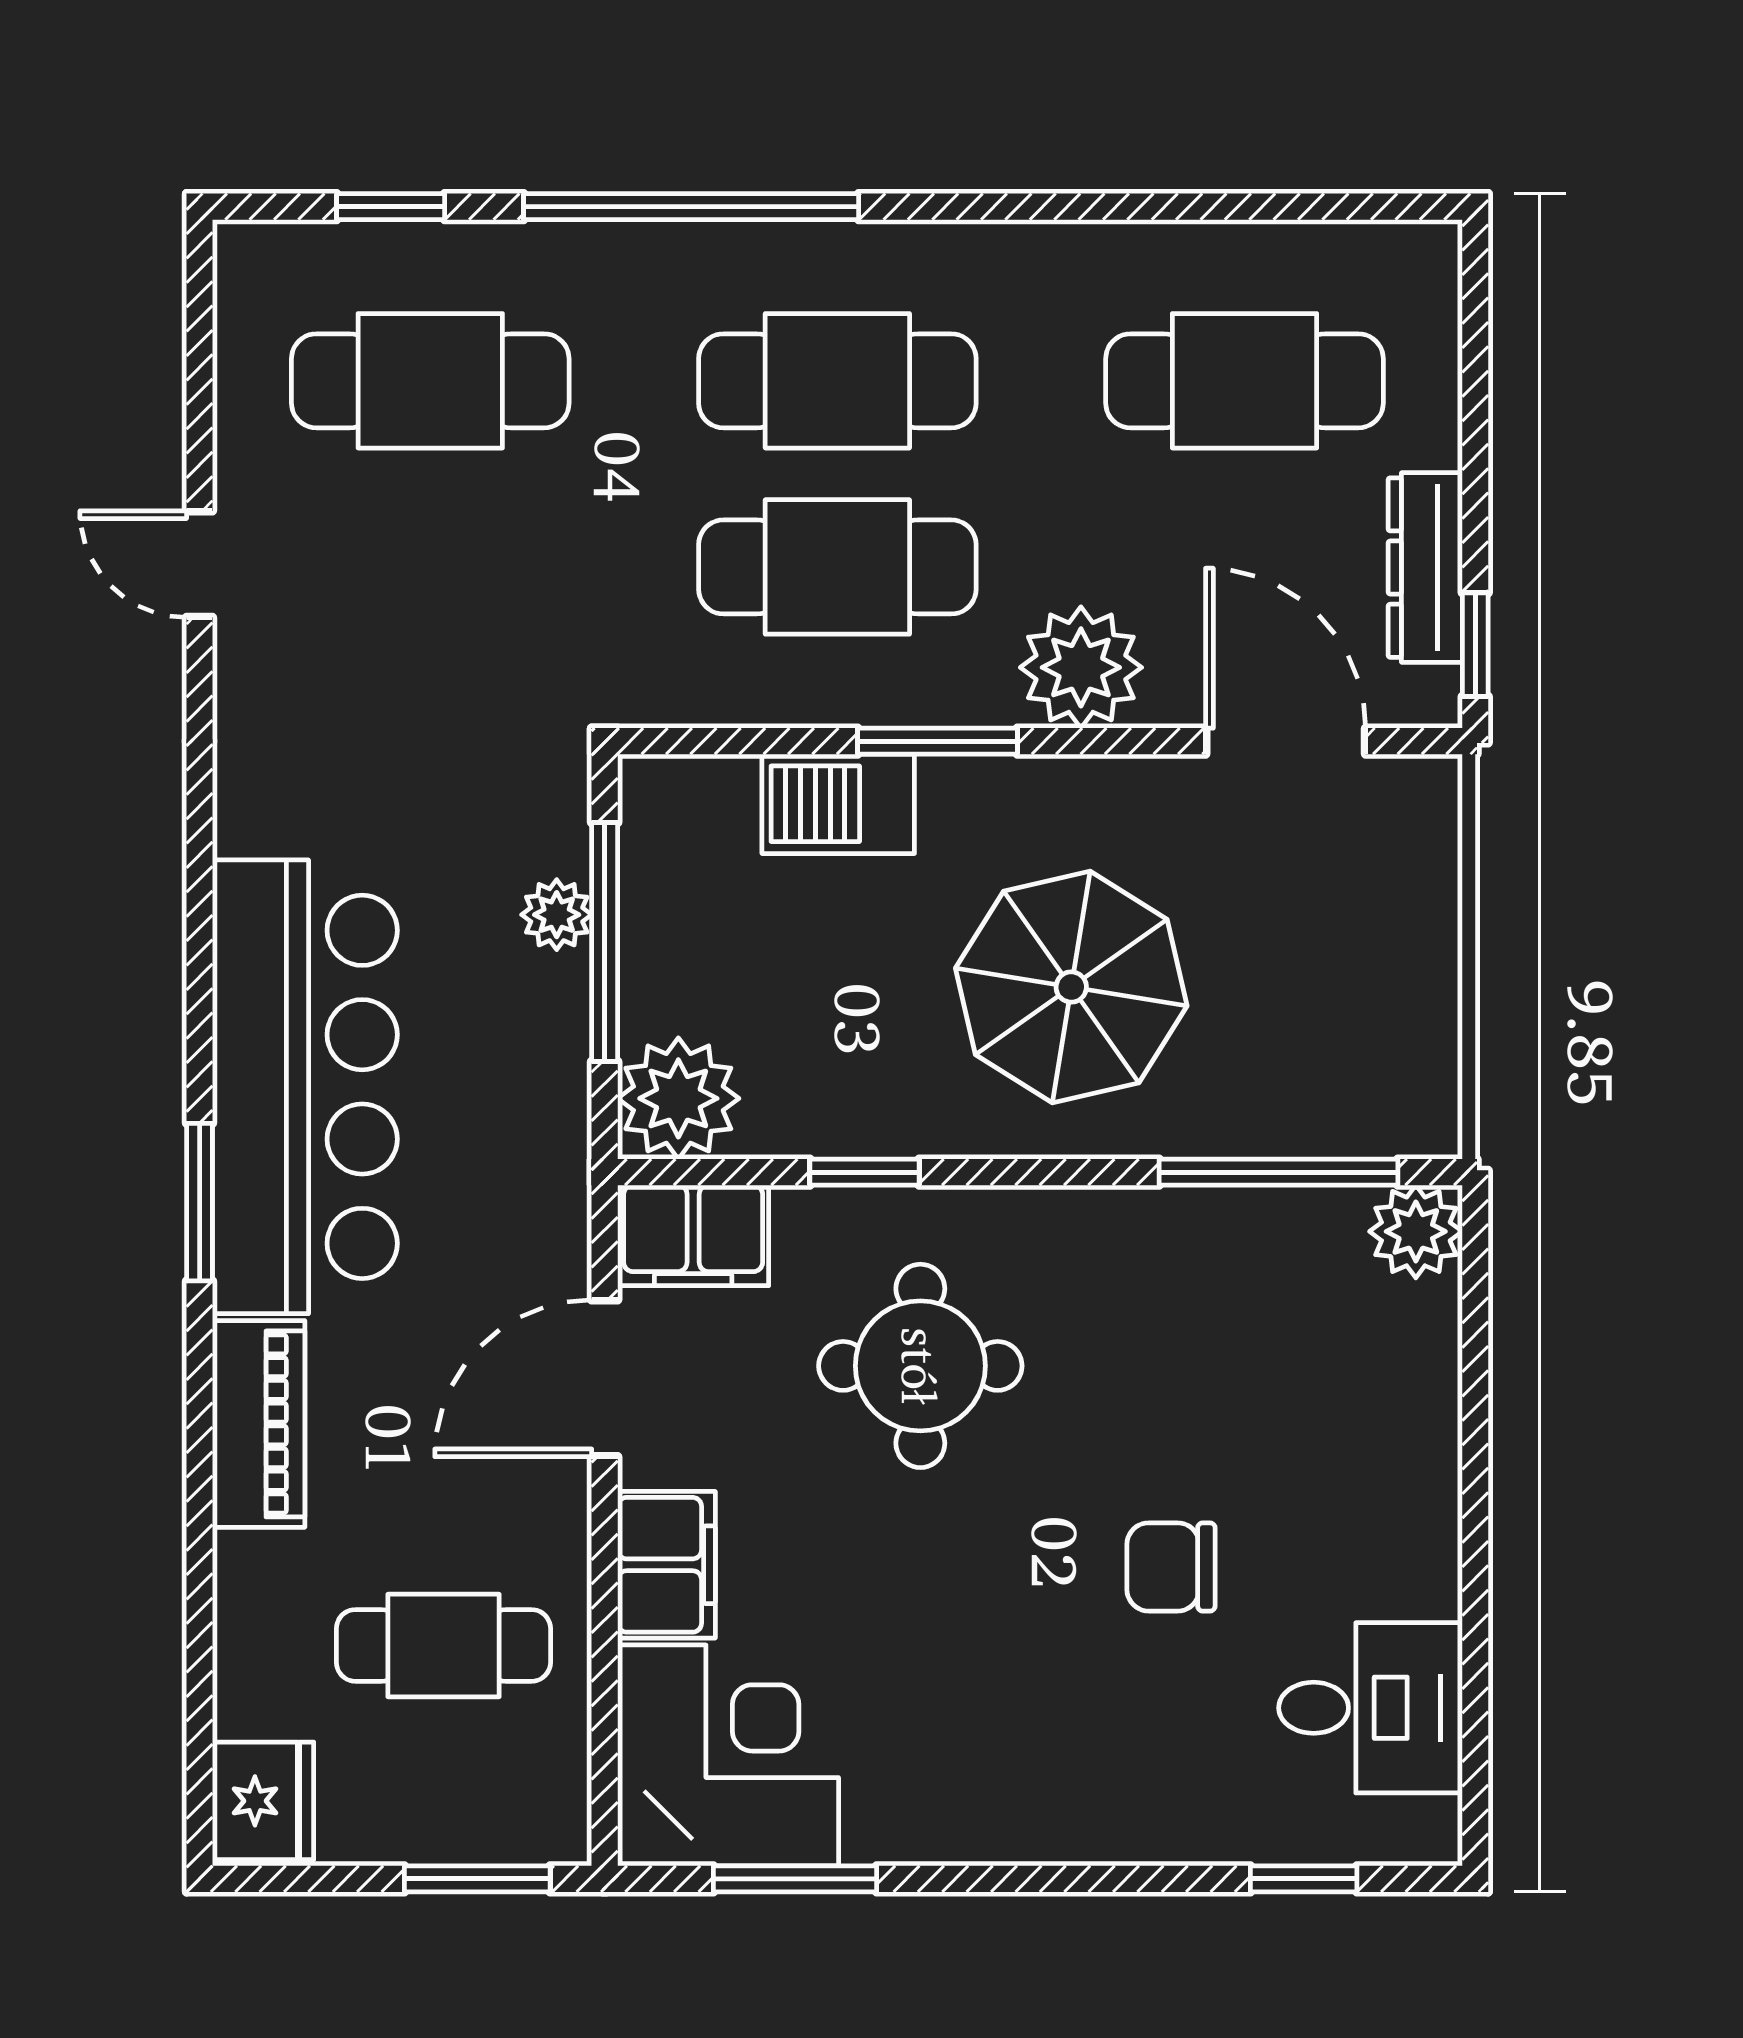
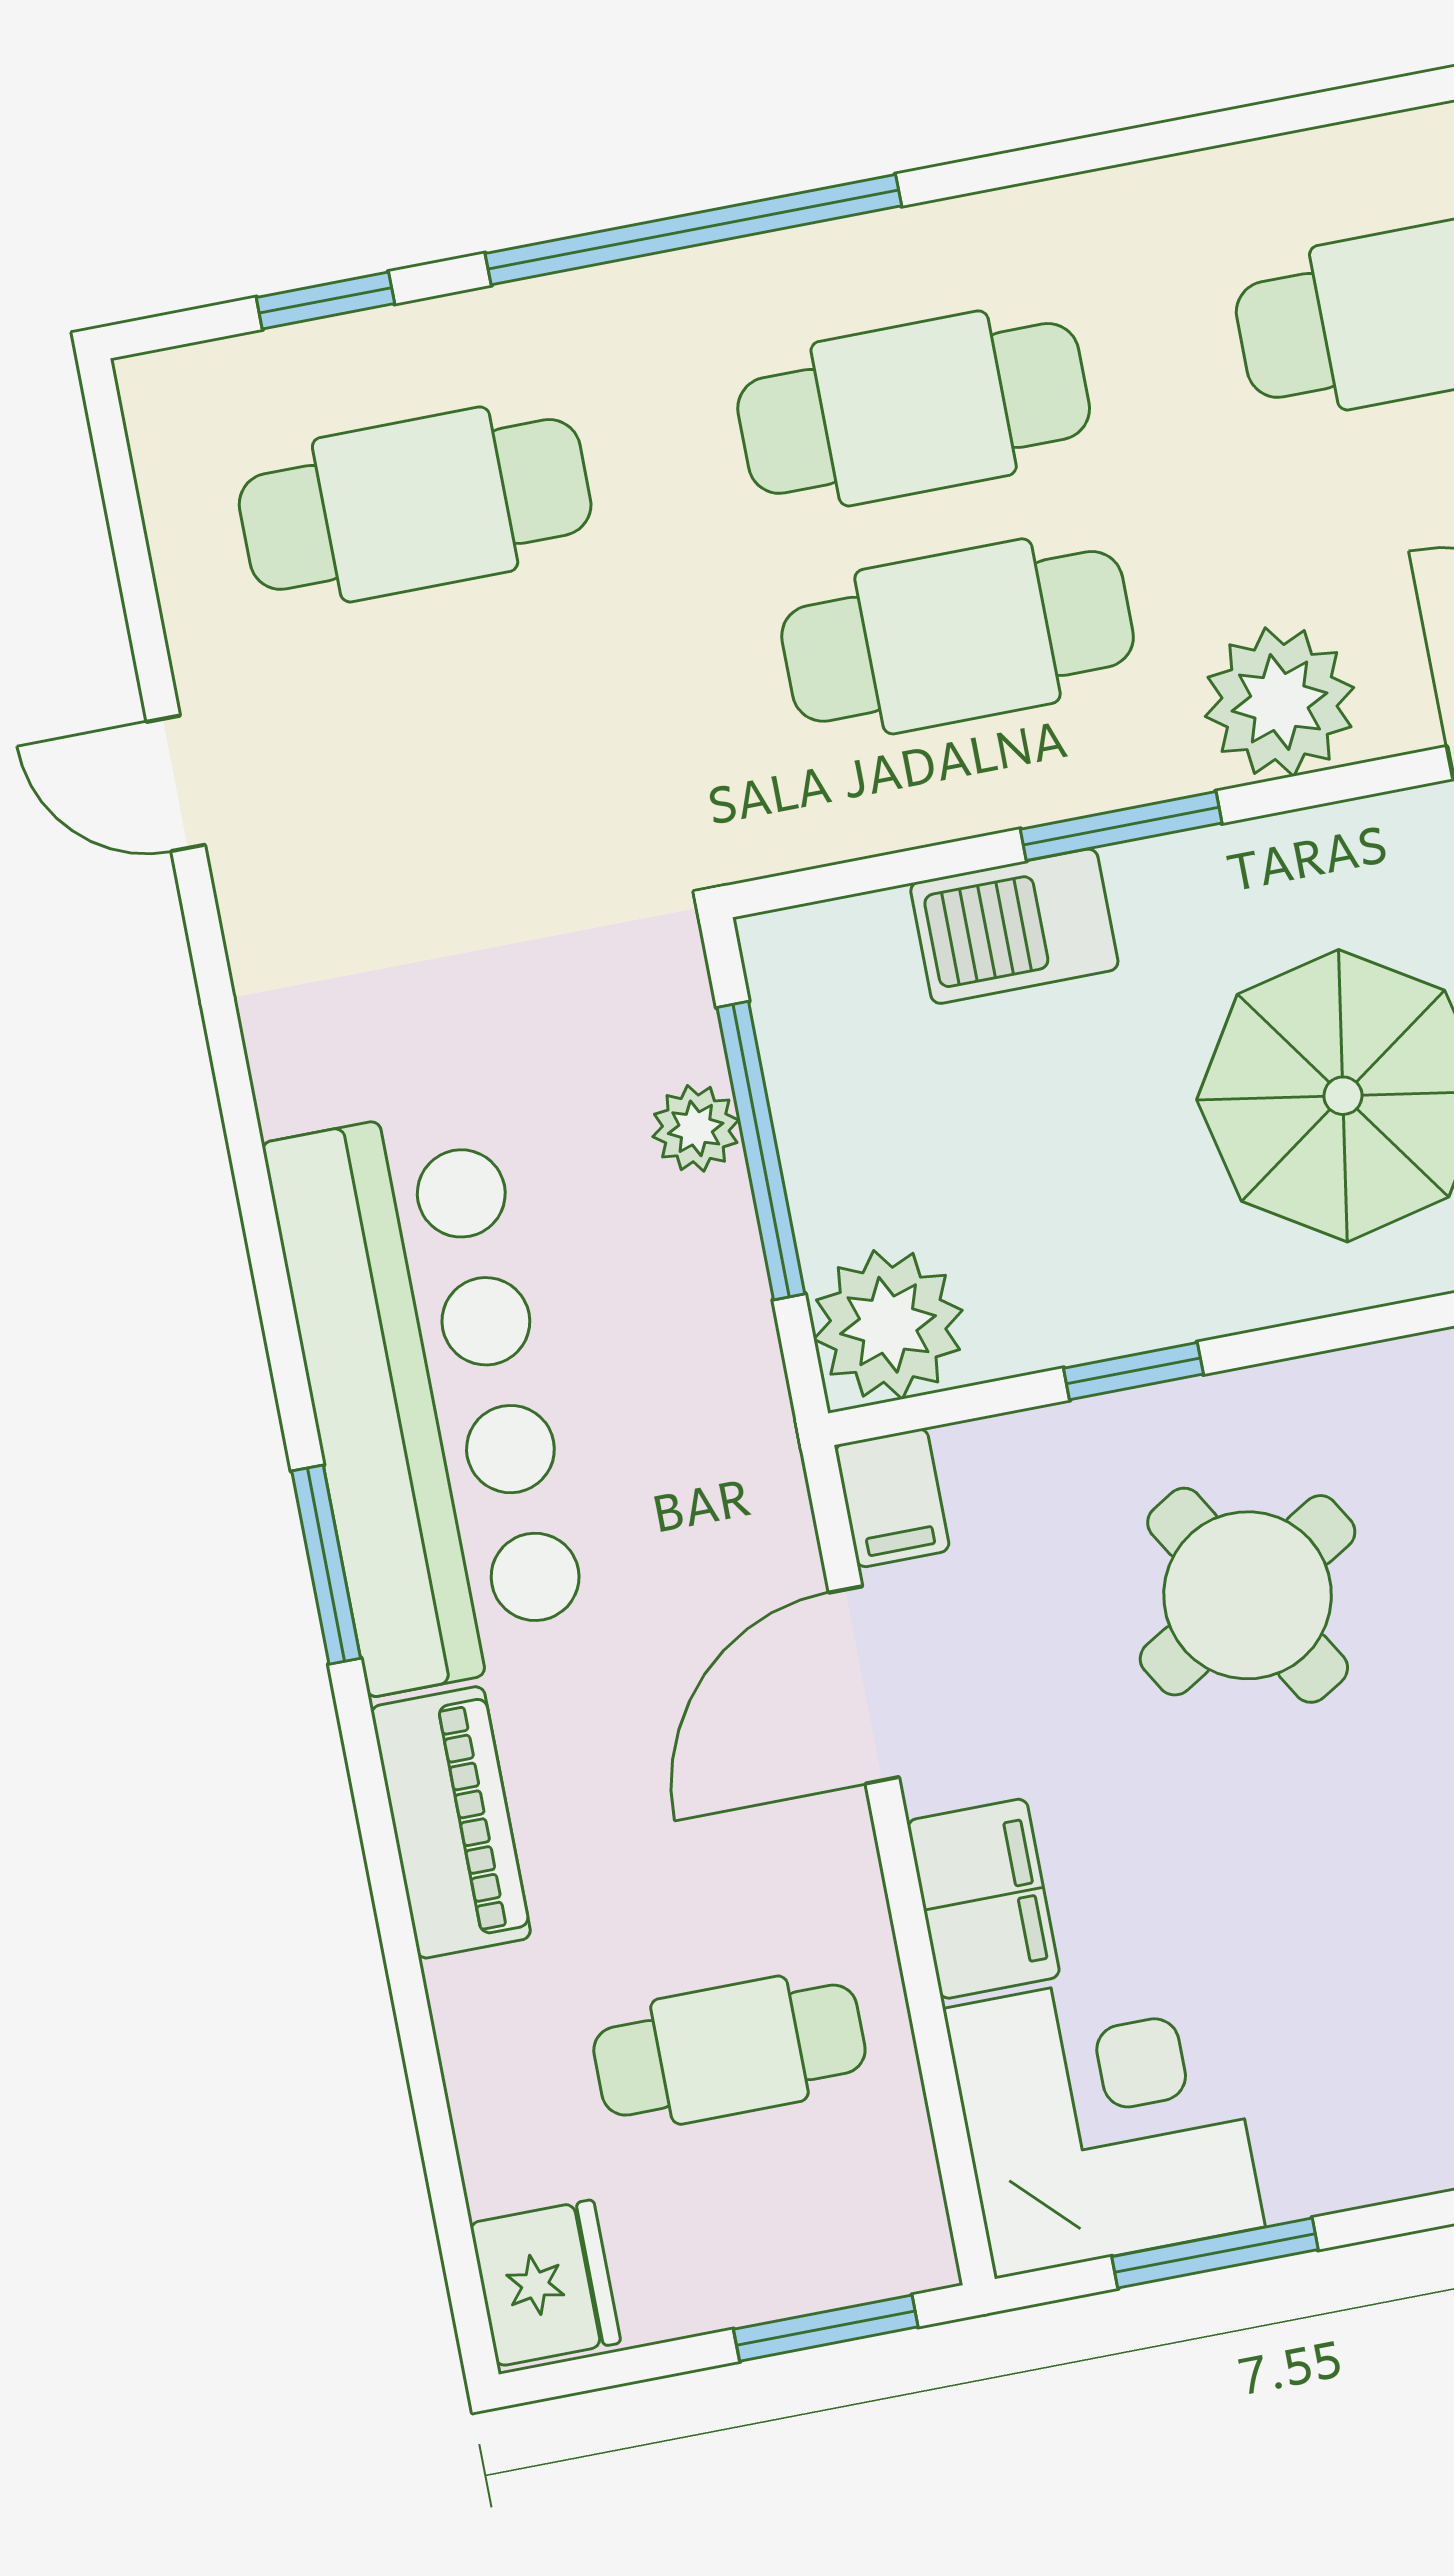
filing cabinet: (693, 1235) -> (892, 1498), width x0.50
round table: (920, 1366) -> (1248, 1595), turned -31

